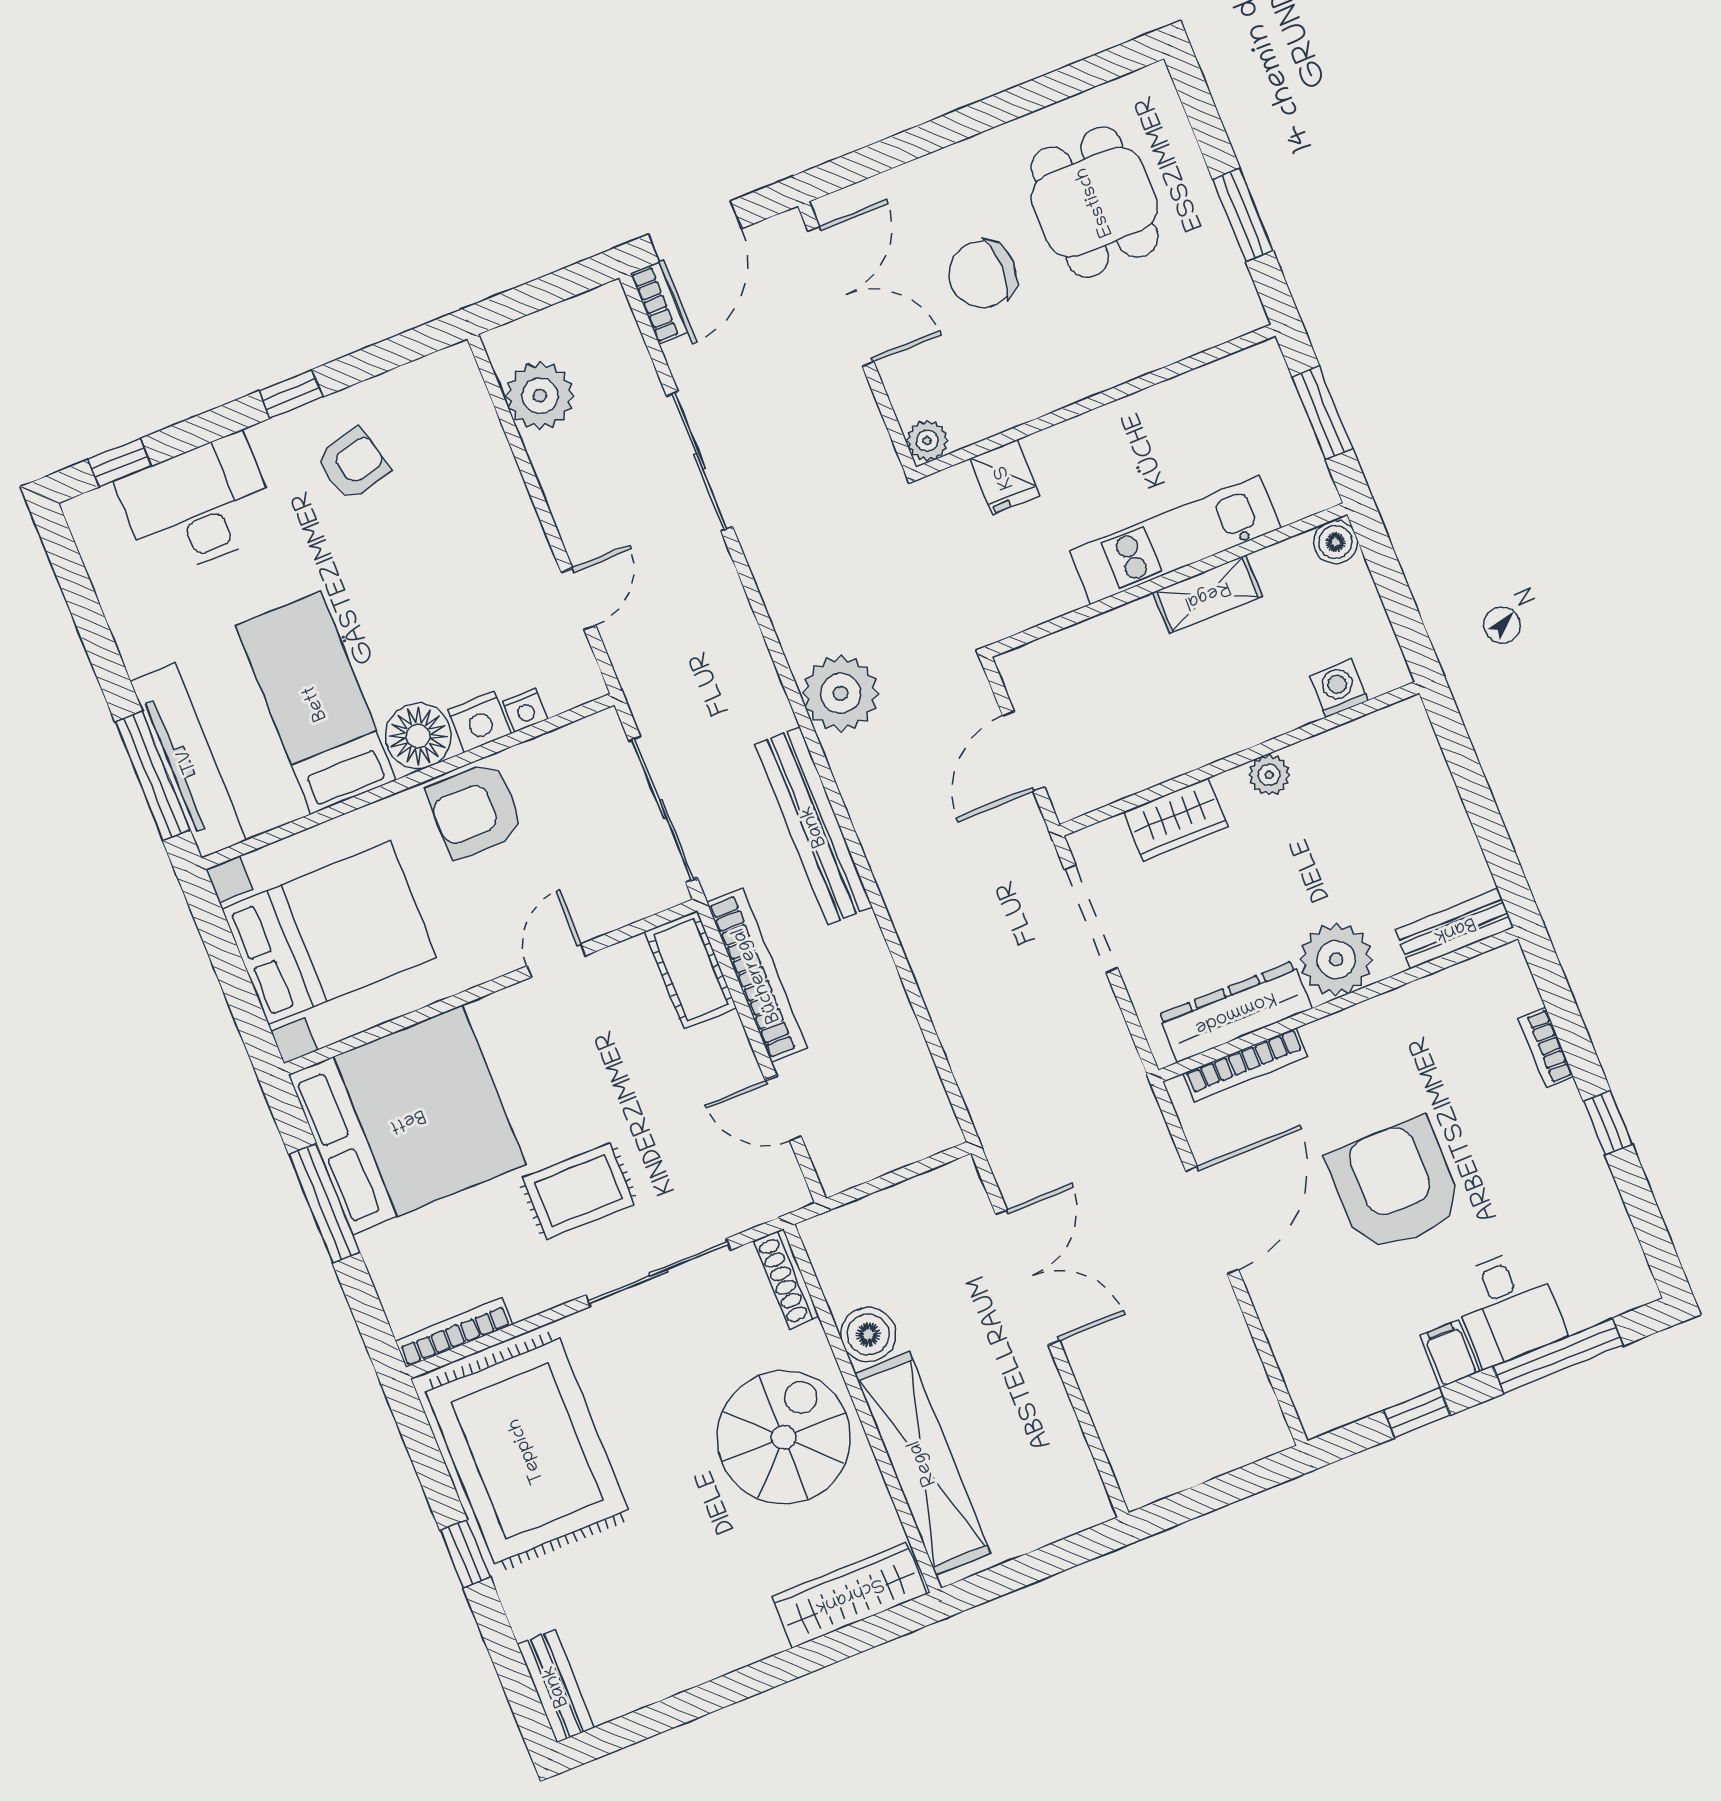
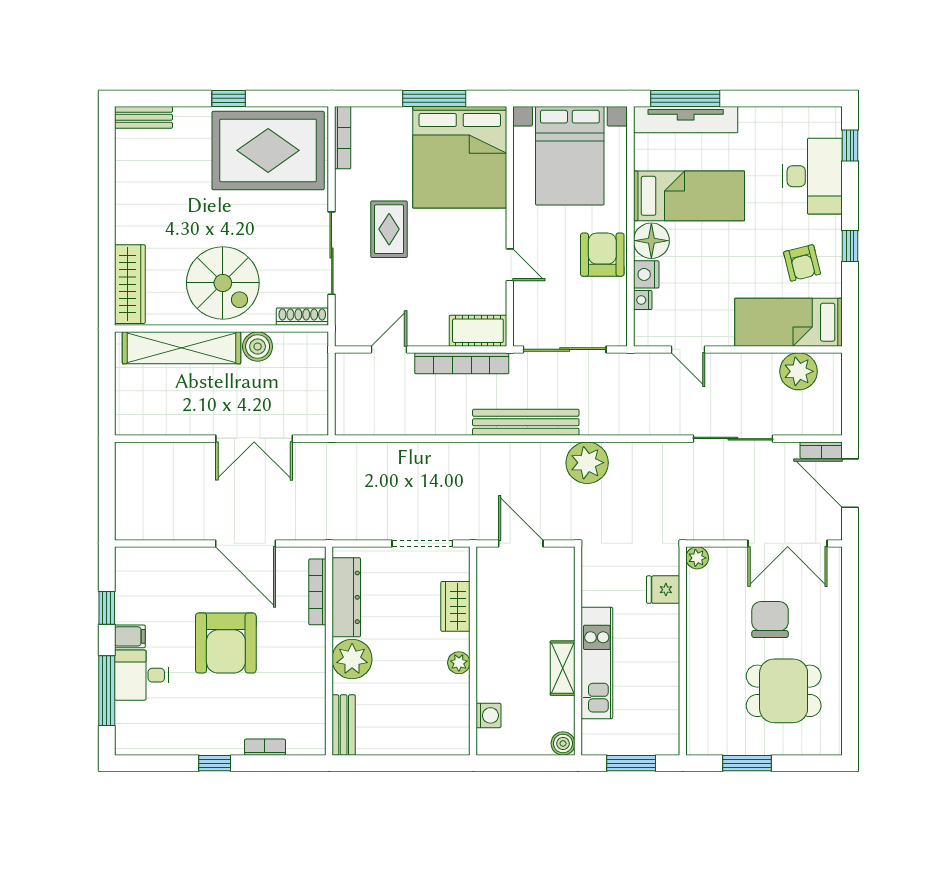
bed: (463, 446) -> (789, 322), added
armchair: (1395, 1186) -> (226, 643), turned 90

